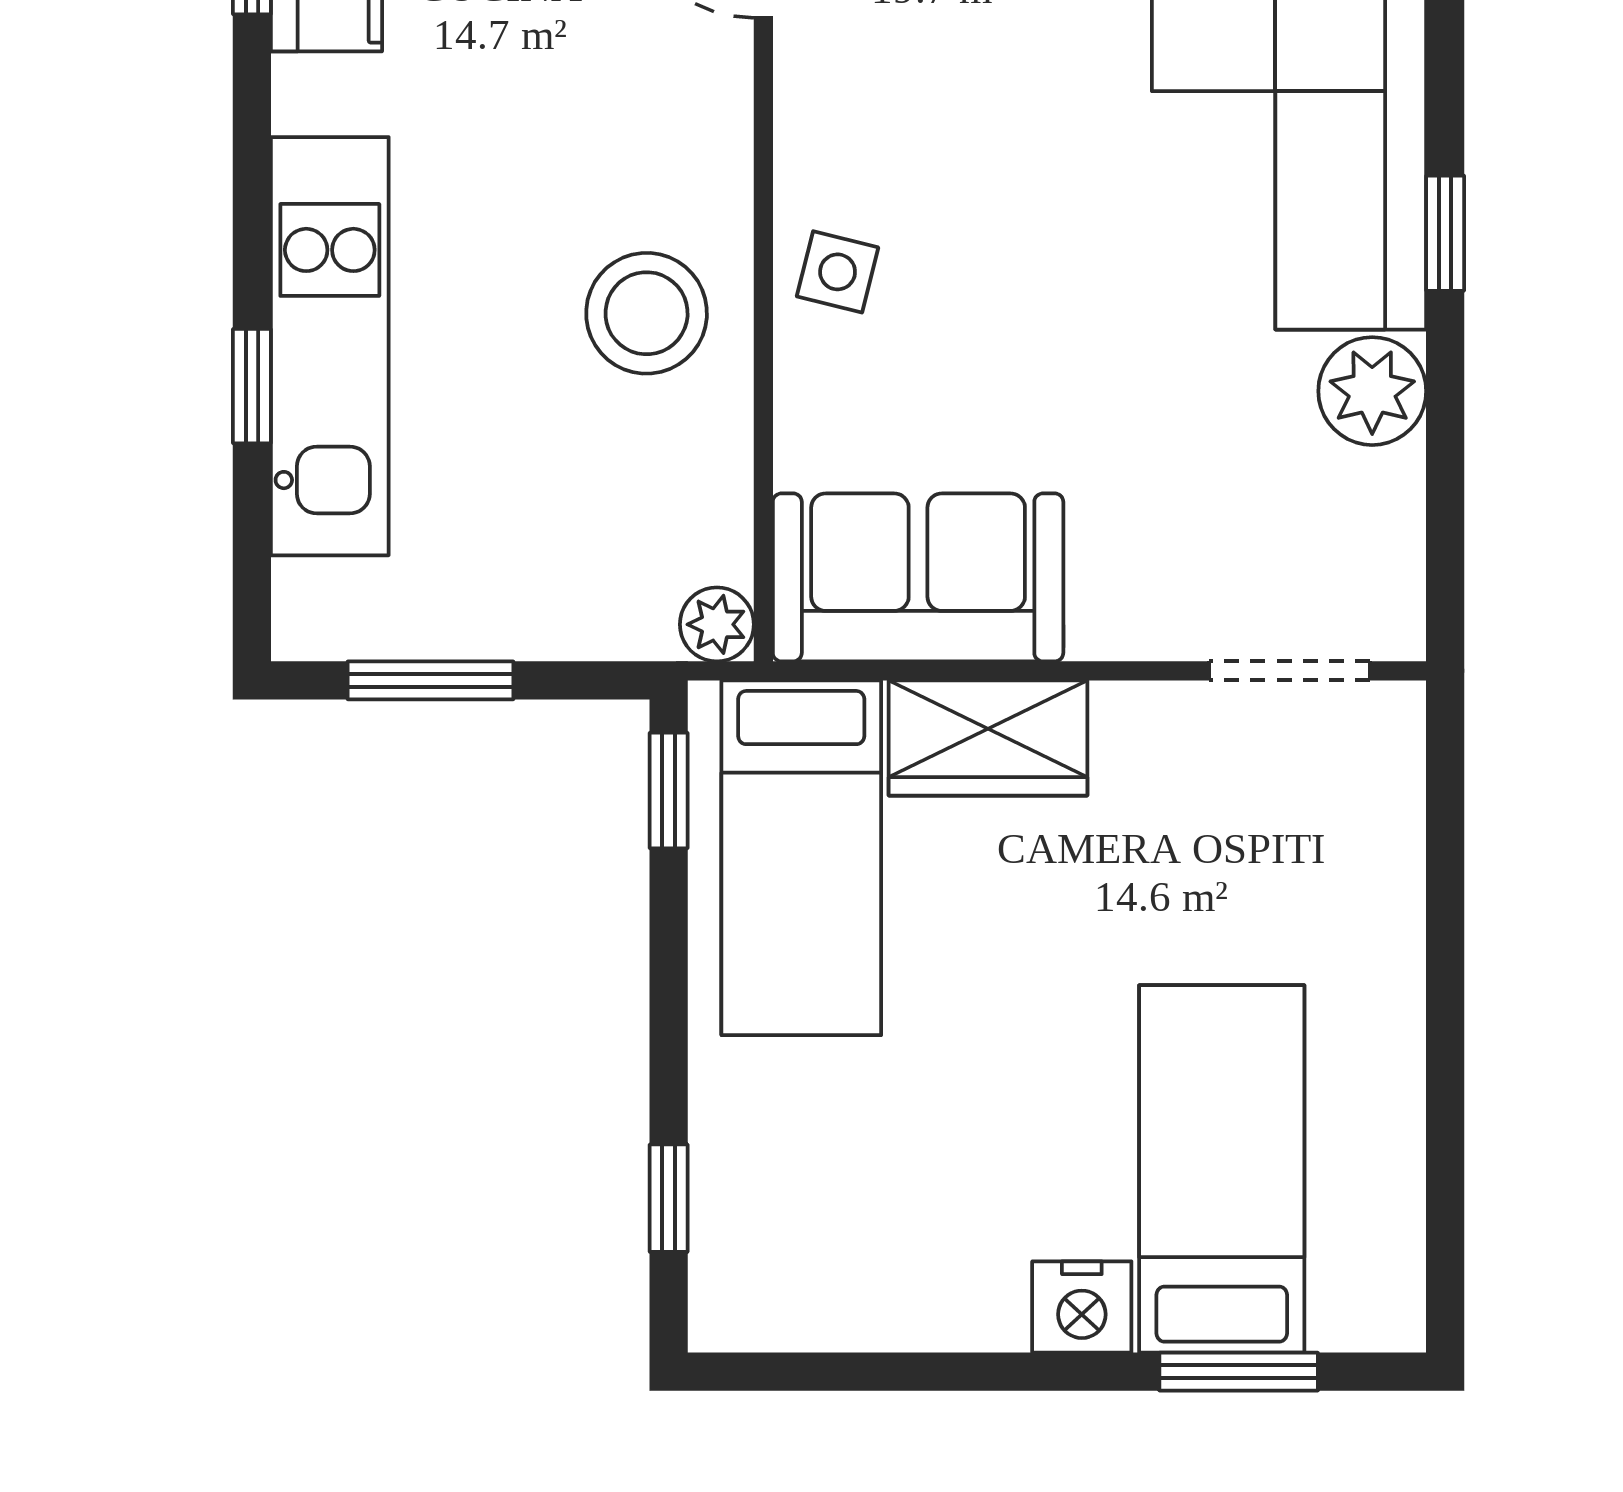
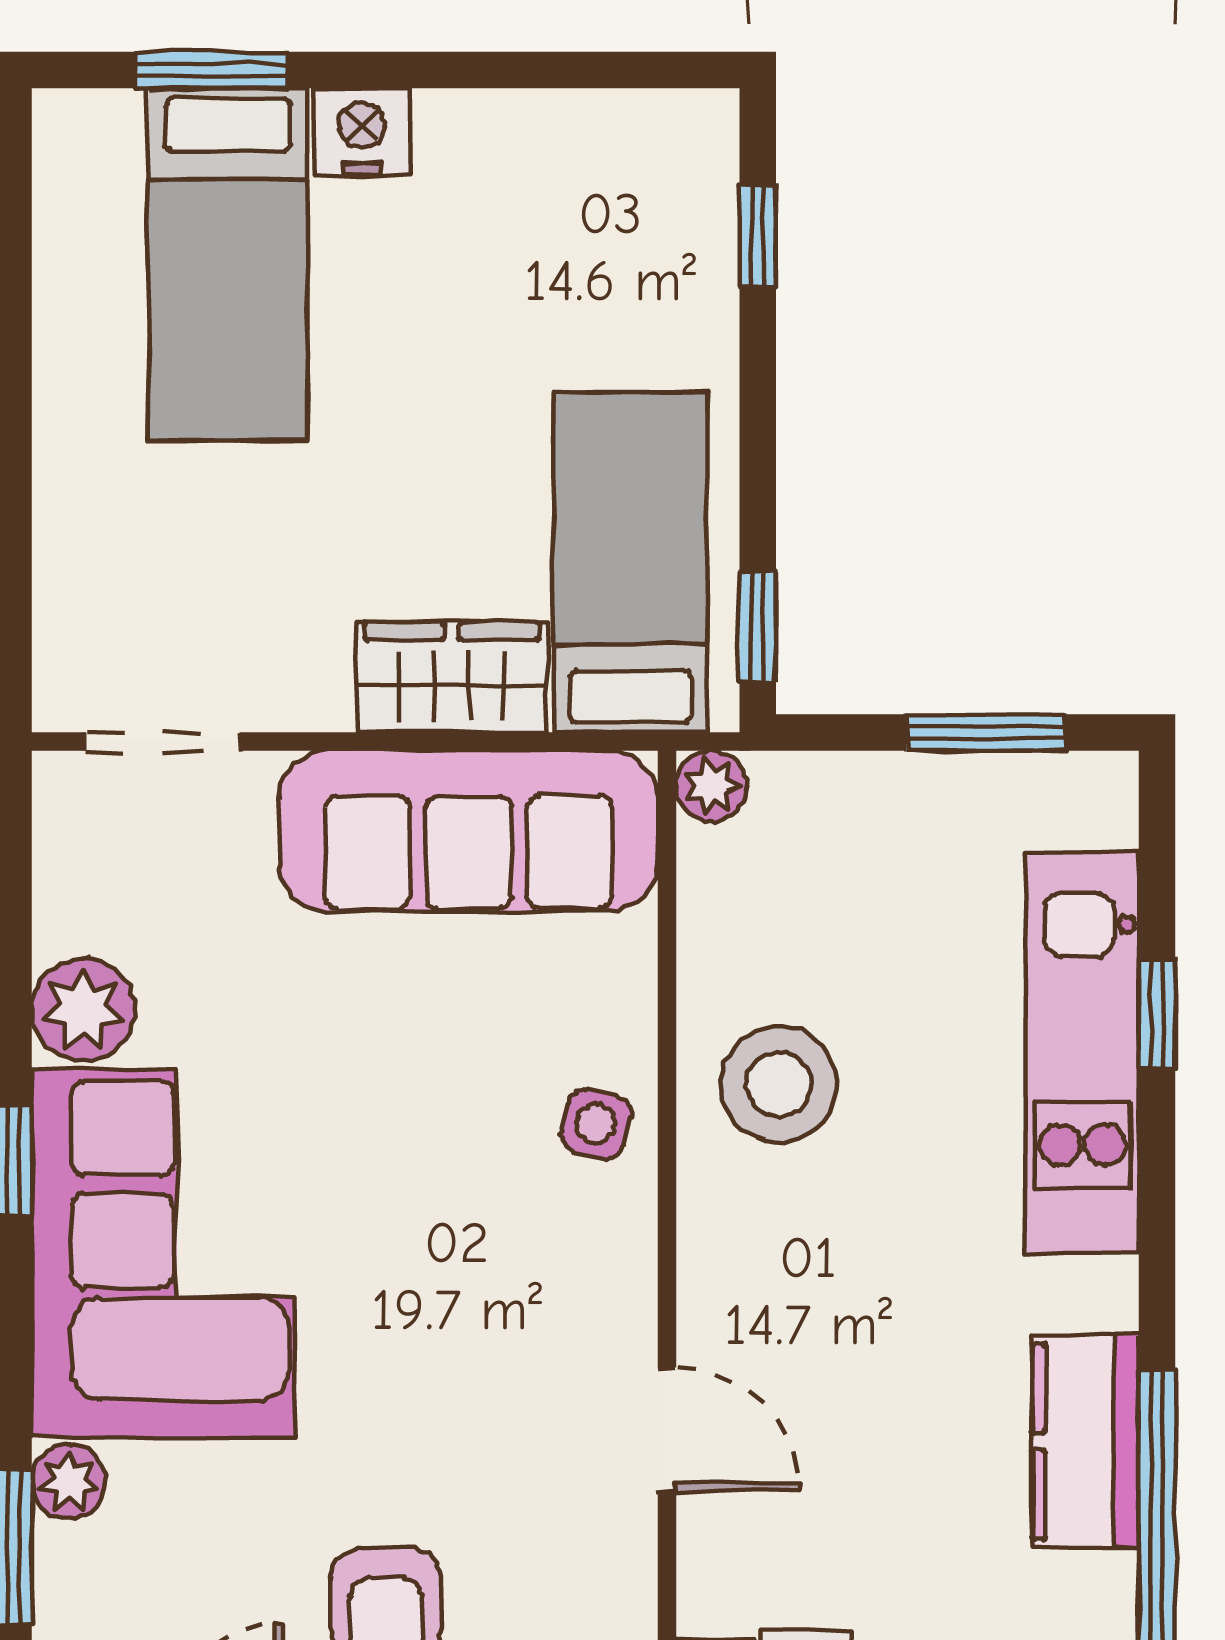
sofa: (918, 577) -> (468, 831), width x1.36

